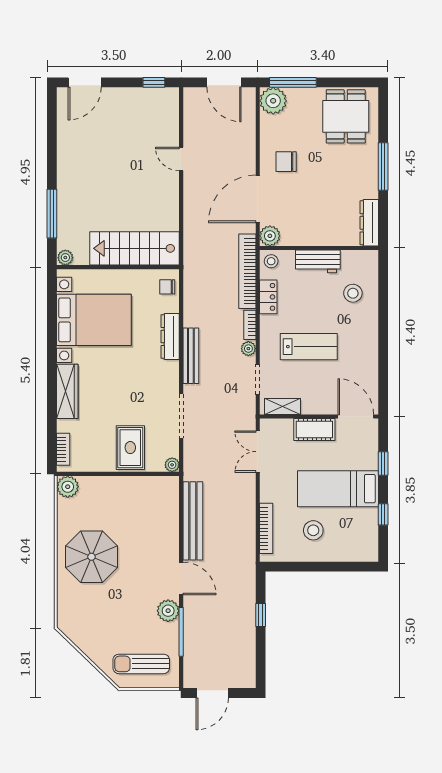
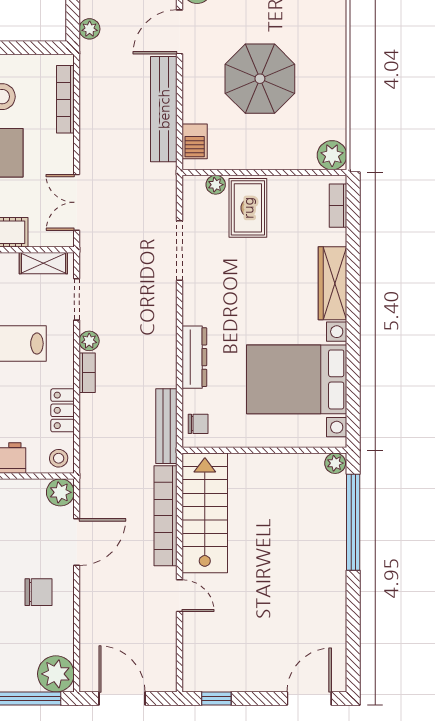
door: (258, 199) -> (77, 542), width x0.73
window: (52, 214) -> (353, 522), width x1.46
stairs: (135, 248) -> (205, 513), moved, turned -90
bookcase: (247, 271) -> (166, 516), moved, turned 180
bench: (191, 356) -> (166, 426), moved
double door: (258, 452) -> (77, 202), swing flipped
plant: (172, 465) -> (216, 185), moved
barbecue: (170, 497) -> (195, 141), added
parasol: (92, 557) -> (260, 79), moved
door: (181, 578) -> (180, 32), hinge flipped
plant: (248, 581) -> (90, 29), added

